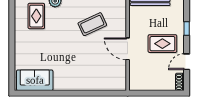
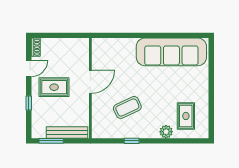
door: (128, 49) -> (90, 82), hinge flipped
sofa: (35, 80) -> (171, 52), width x1.85, depth x1.27

